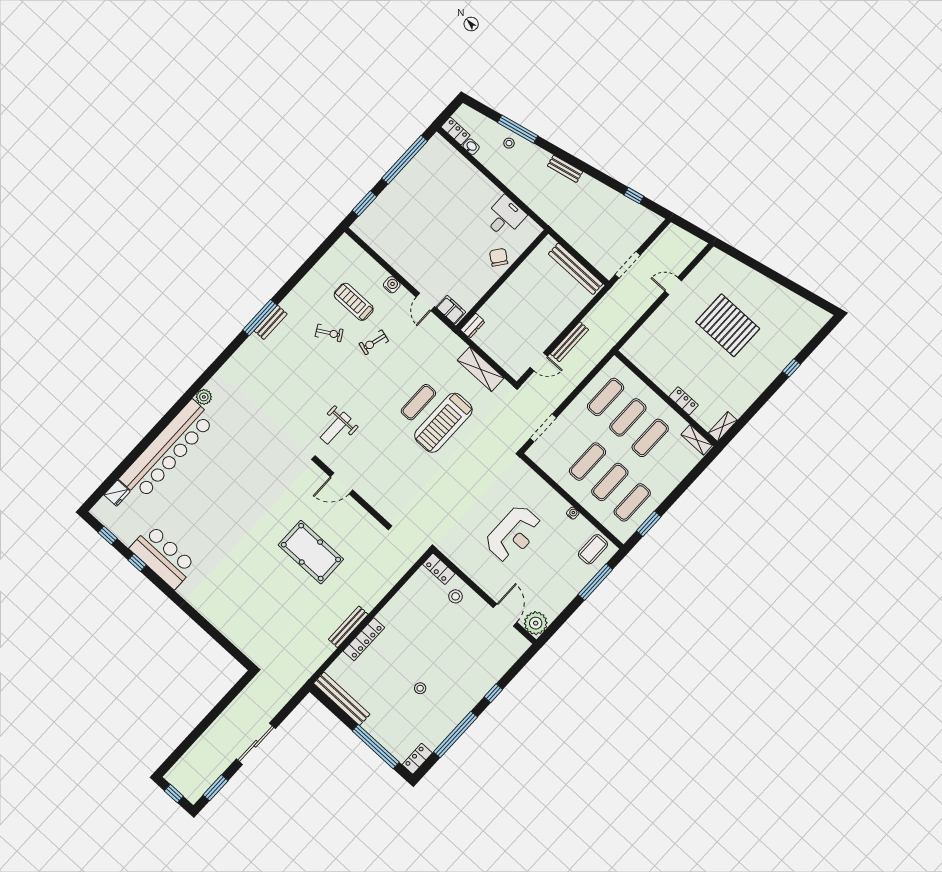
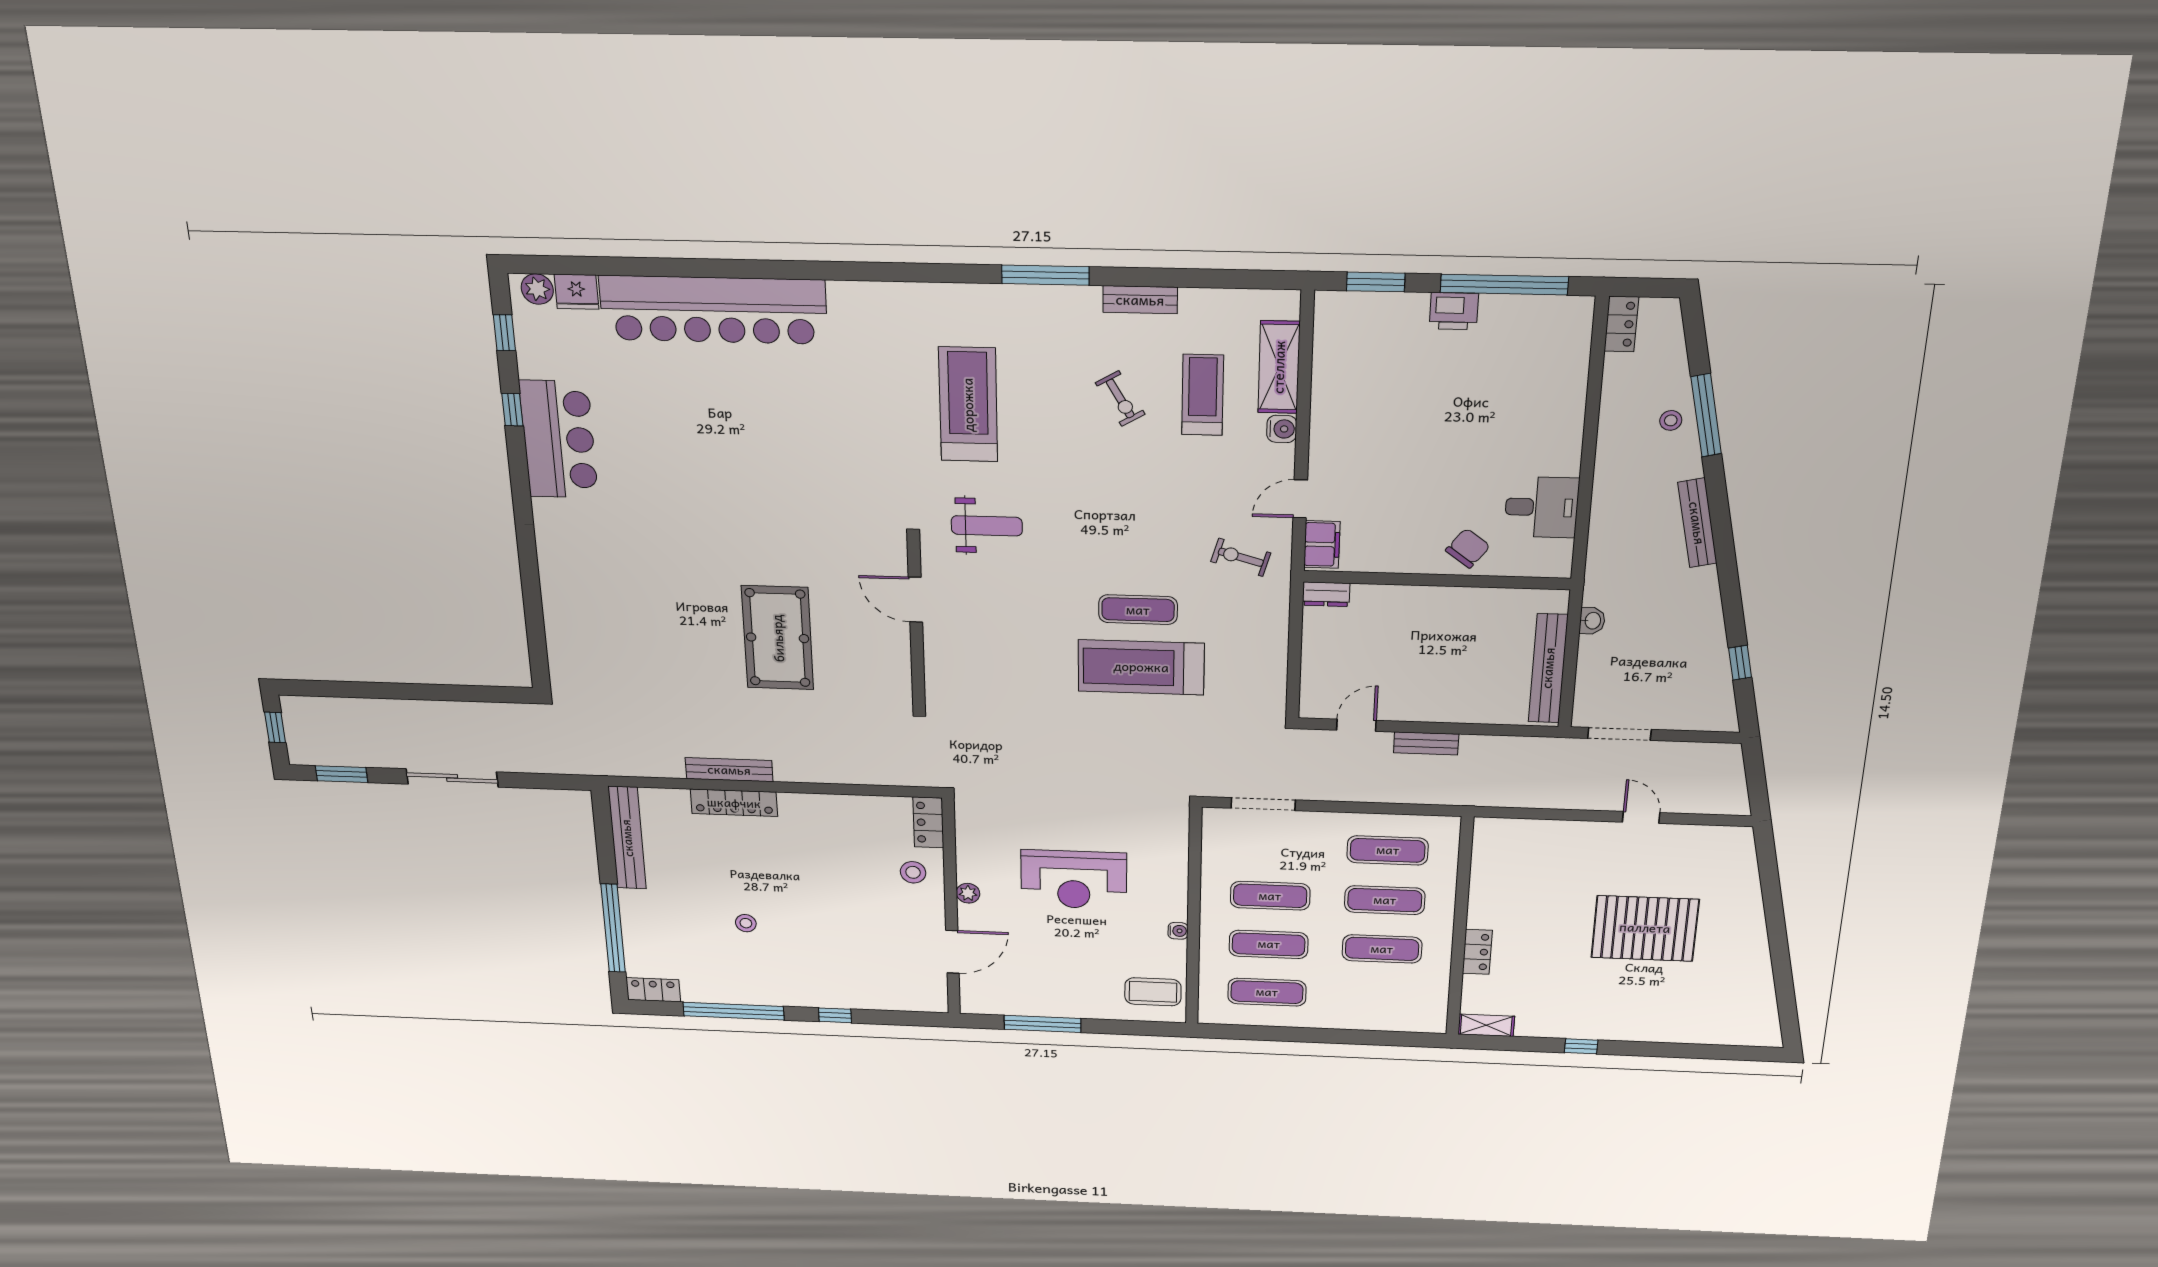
washbasin: (471, 147) -> (1592, 621), moved
bench: (565, 169) -> (1697, 523), width x1.36
printer: (399, 185) -> (1454, 311), added
bench: (271, 322) -> (1140, 300), moved
pallet: (728, 325) -> (1645, 928), turned 90
exercise bike: (374, 342) -> (1241, 557), moved
bench: (570, 342) -> (1426, 743), width x0.73
door: (539, 362) -> (1356, 725), swing flipped
window: (792, 368) -> (1581, 1046), moved
shelving: (481, 369) -> (1279, 367), moved
treadmill: (283, 391) -> (968, 405), added
plant: (204, 397) -> (537, 289), moved
weight bench: (336, 428) -> (987, 526), turned 180
shelving: (697, 440) -> (1435, 1007), removed
window: (649, 524) -> (1257, 1033), removed
window: (595, 582) -> (1043, 1024), moved
plant: (536, 623) -> (968, 893), moved, width x0.53, depth x0.53

